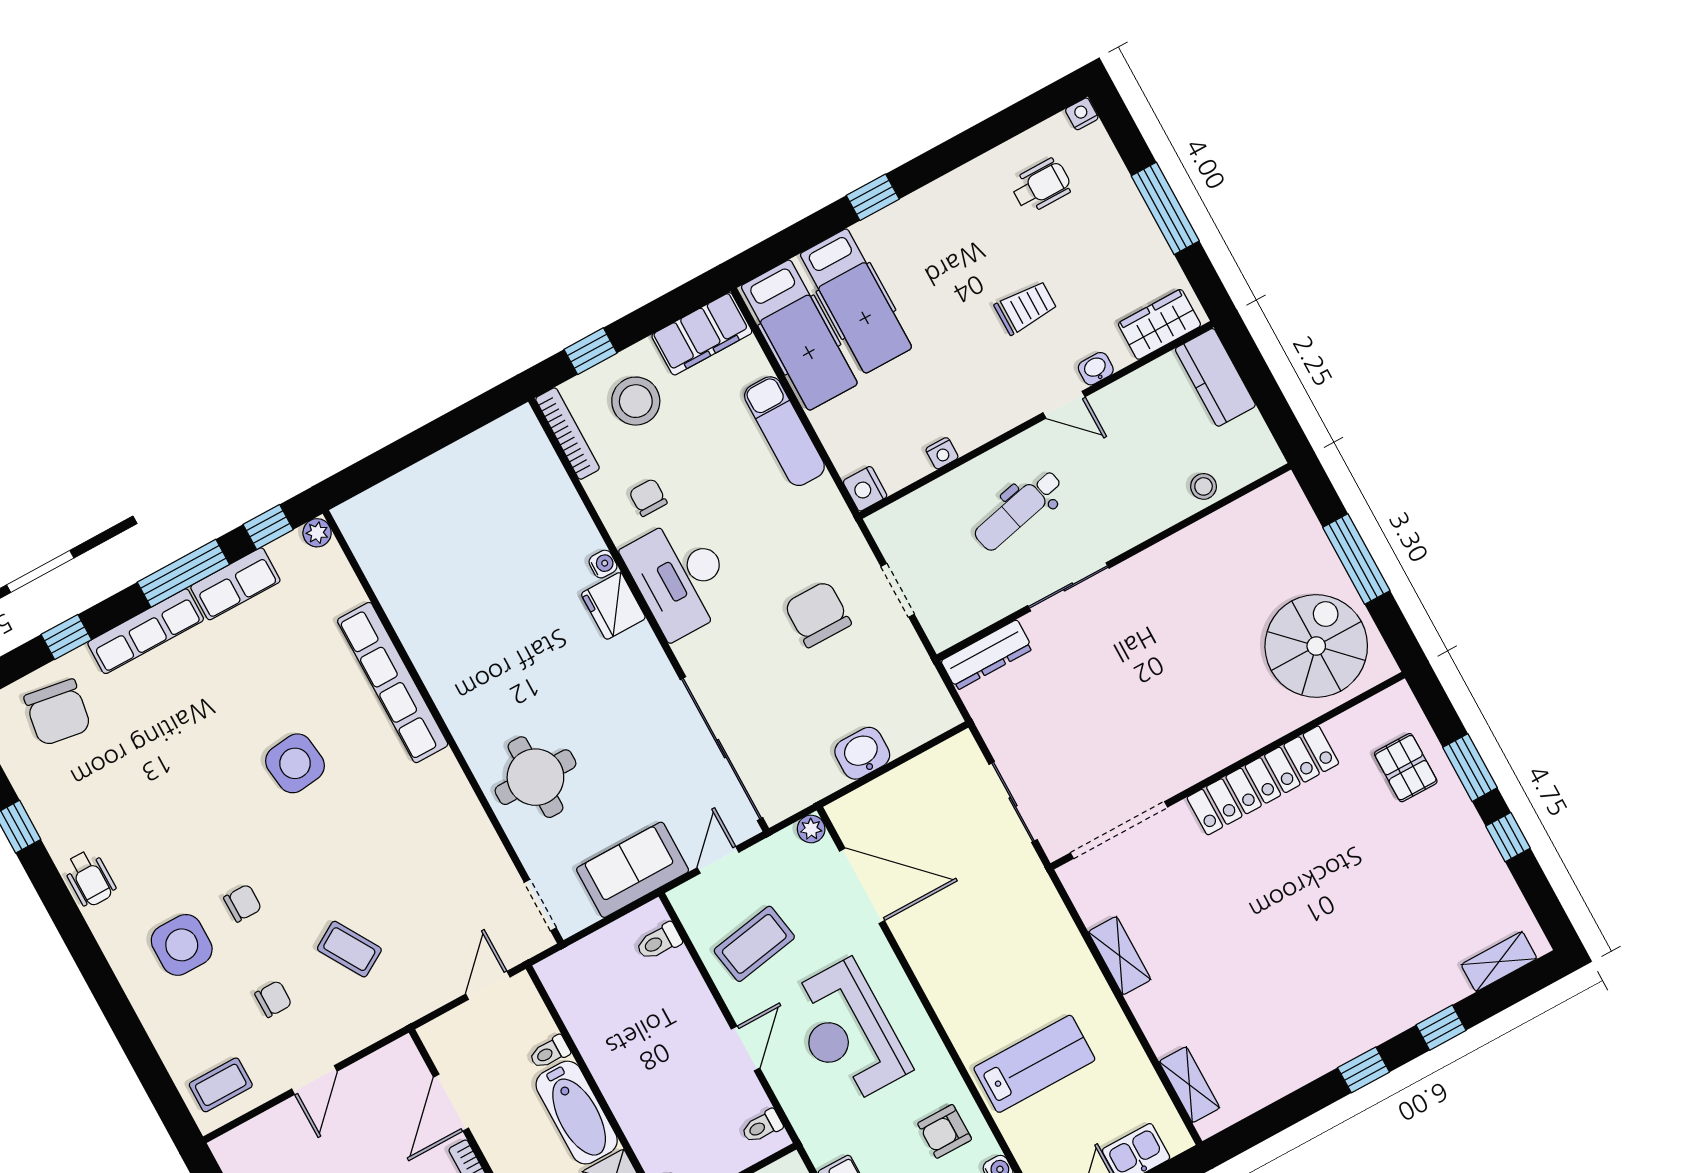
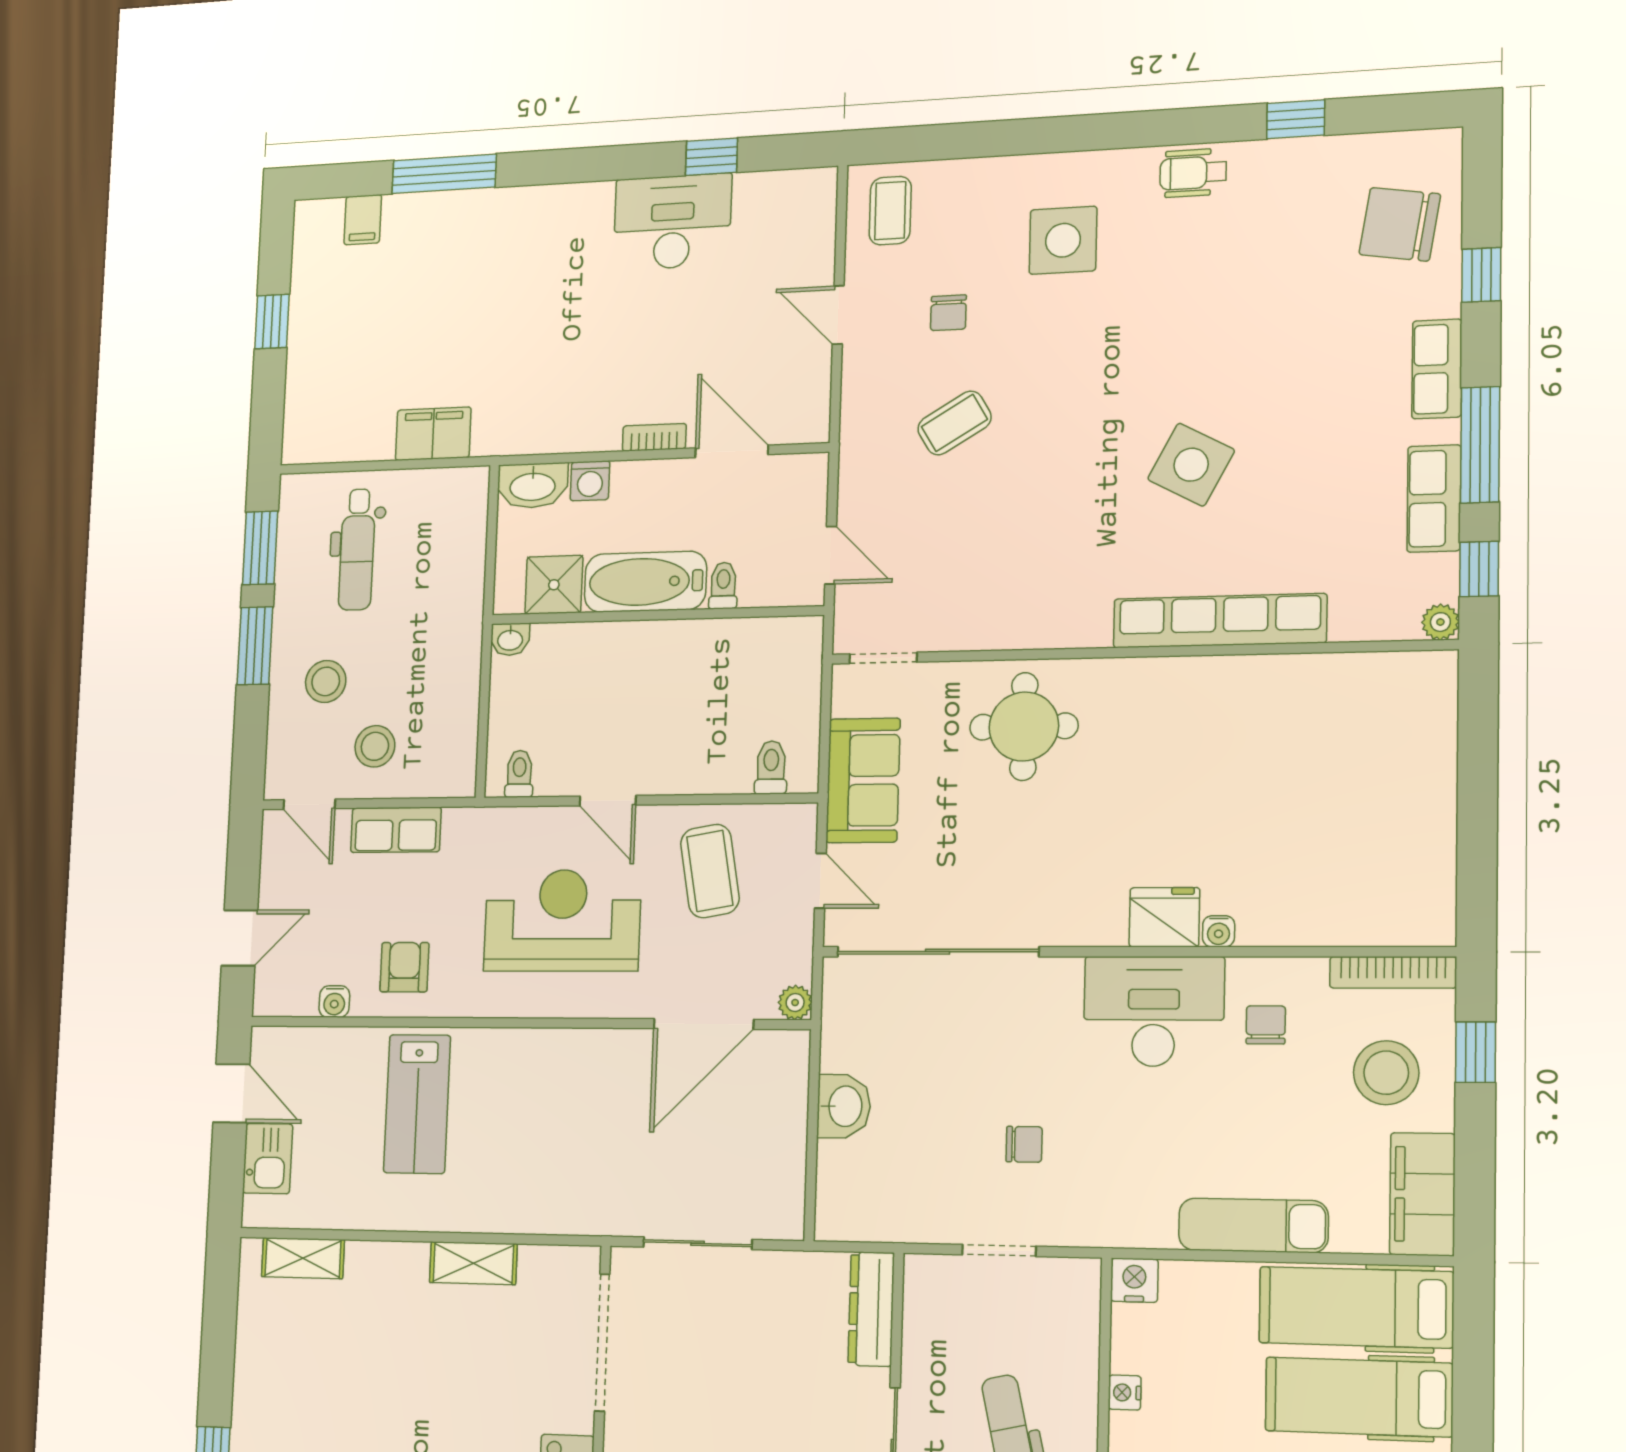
chair: (648, 497) -> (1266, 1025), turned -90
chair: (818, 614) -> (1024, 1144), width x0.54, depth x0.54
row of seats: (146, 631) -> (1437, 369), width x0.68
side table: (295, 763) -> (1191, 465), turned 35
chair: (243, 903) -> (1070, 330), removed

